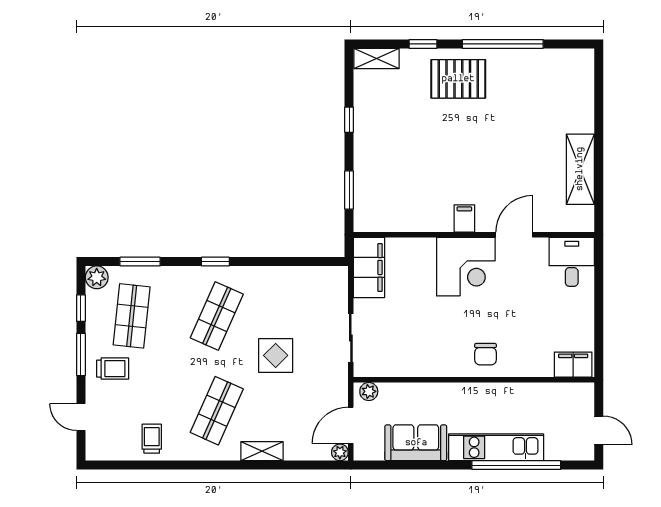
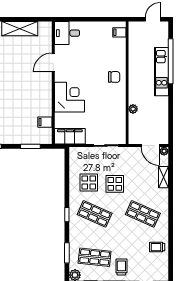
filing cabinet: (464, 218) -> (45, 122), moved
door: (514, 235) -> (53, 62), hinge flipped
corner desk: (466, 267) -> (69, 97), moved
display table: (278, 304) -> (89, 183), added
filing cabinet: (573, 365) -> (119, 32), width x0.50
plant: (369, 391) -> (133, 109), moved
sofa: (416, 443) -> (159, 112), removed
shelving: (262, 451) -> (163, 177), moved

